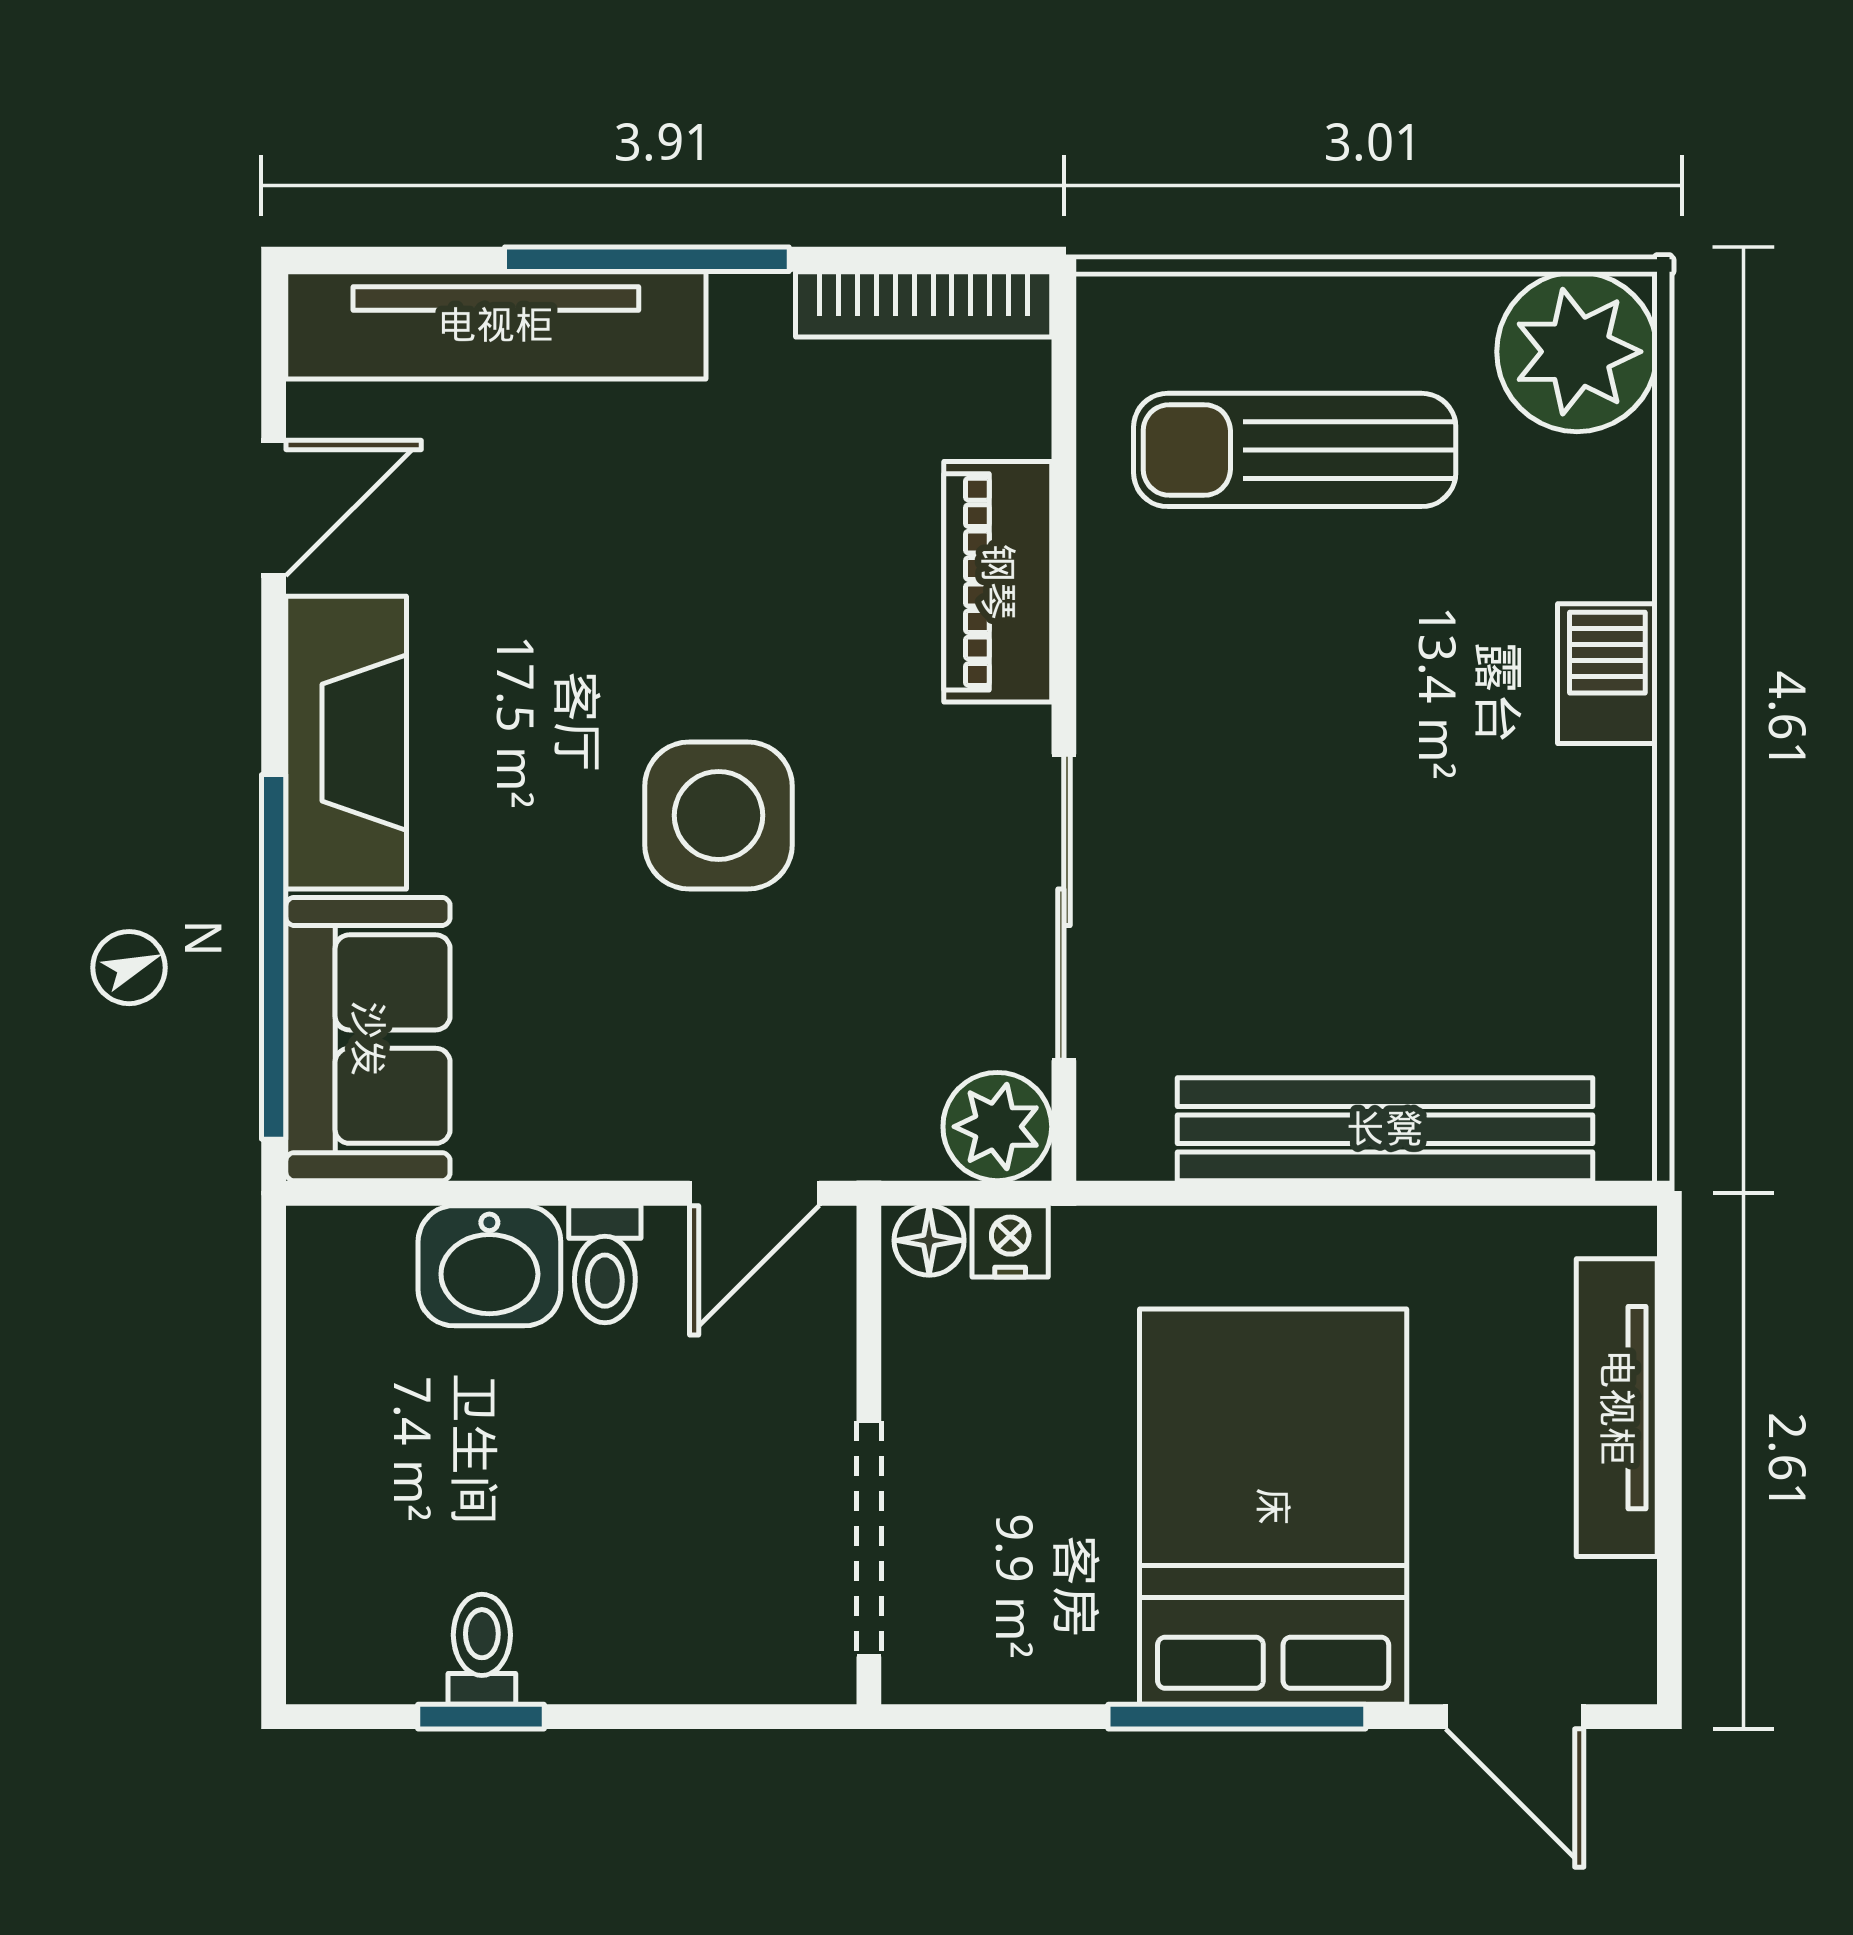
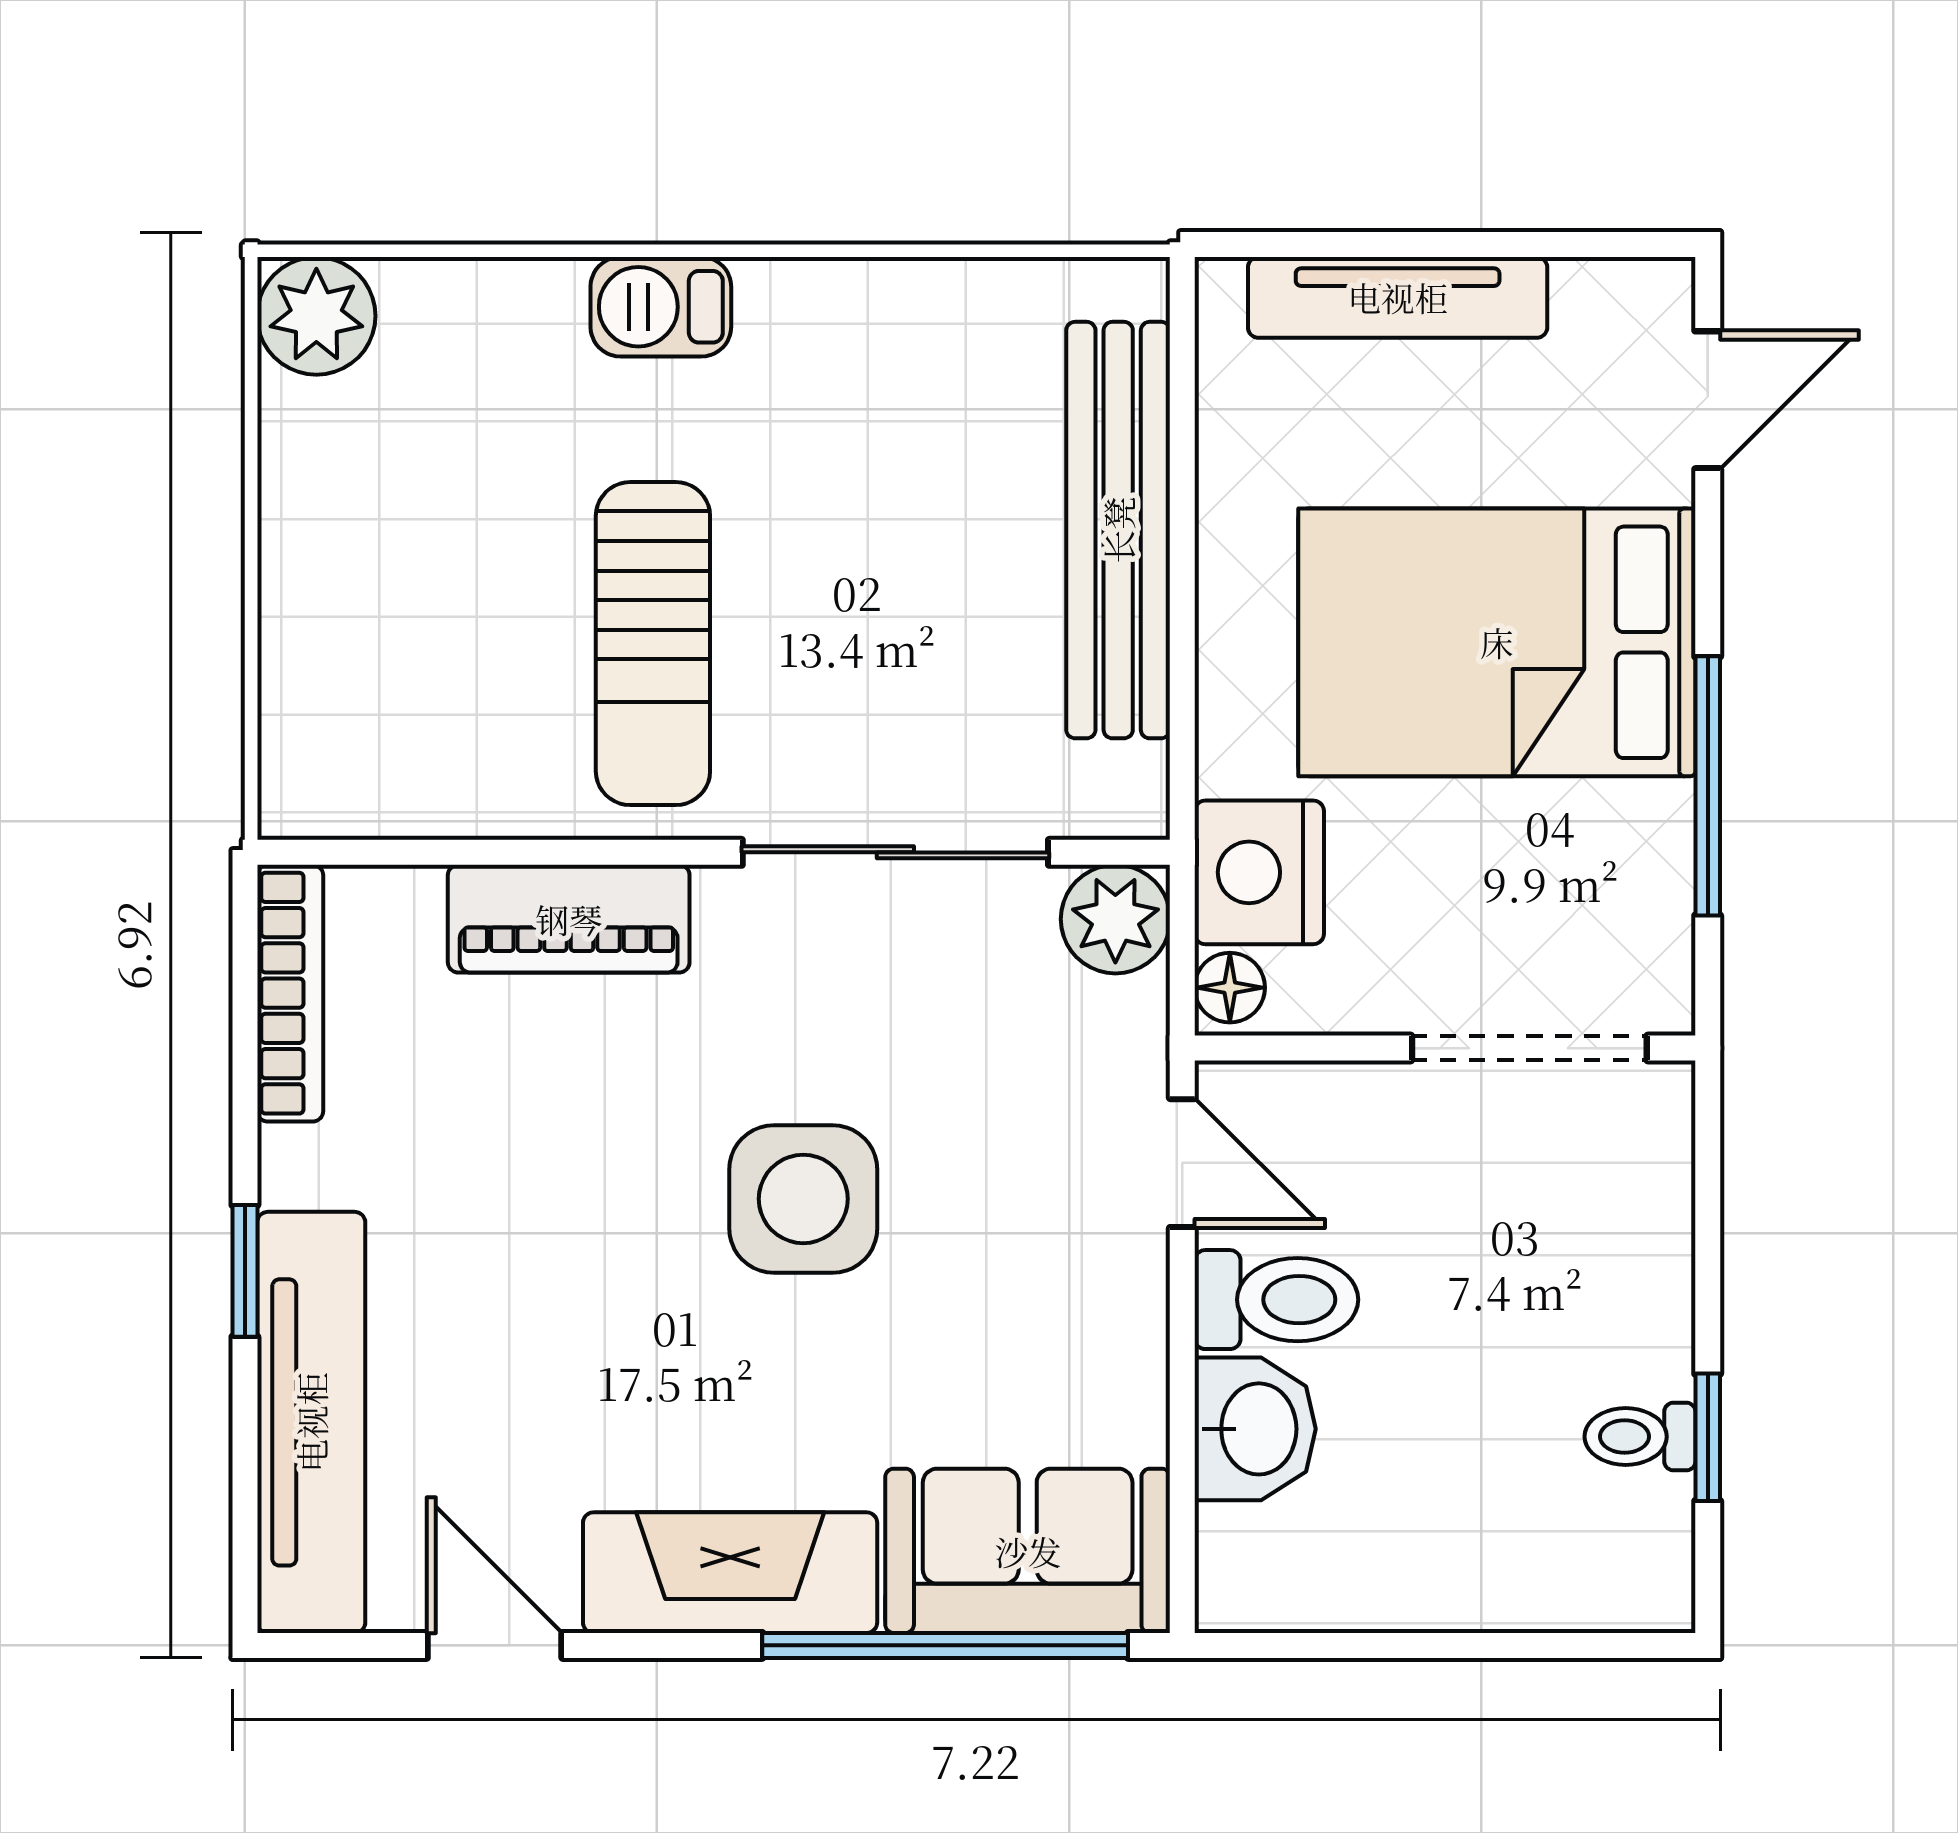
window: (647, 259) -> (245, 1271), width x0.46
plant: (1577, 352) -> (316, 316), width x0.73, depth x0.73
sun lounger: (1295, 450) -> (653, 644), moved
nightstand: (1010, 1241) -> (1259, 872), width x1.89, depth x1.79
toilet: (605, 1264) -> (1276, 1300), width x1.37, depth x1.39
window: (1237, 1717) -> (1708, 786), moved

